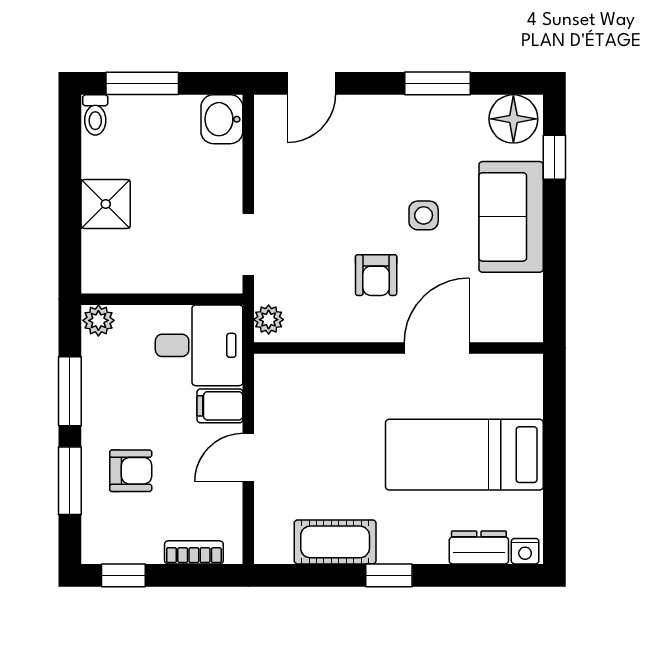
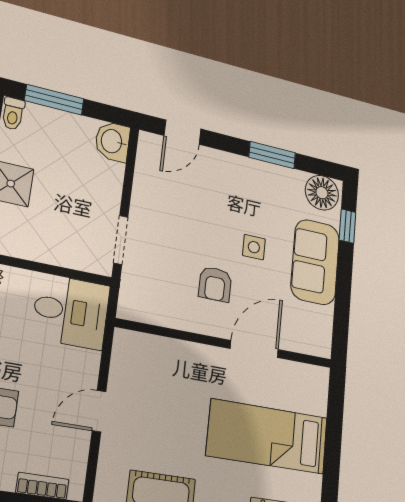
plant: (269, 320) -> (129, 302), removed
filing cabinet: (220, 406) -> (81, 364), removed

